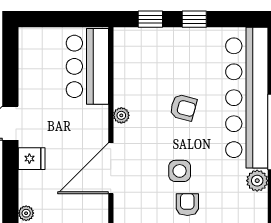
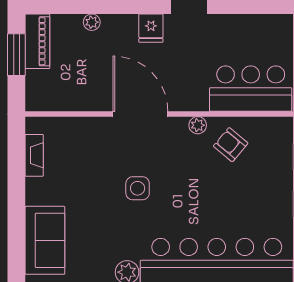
armchair: (183, 108) -> (231, 145), moved, turned 115
armchair: (187, 205) -> (101, 197), removed

